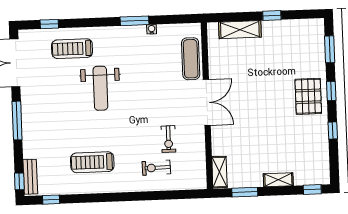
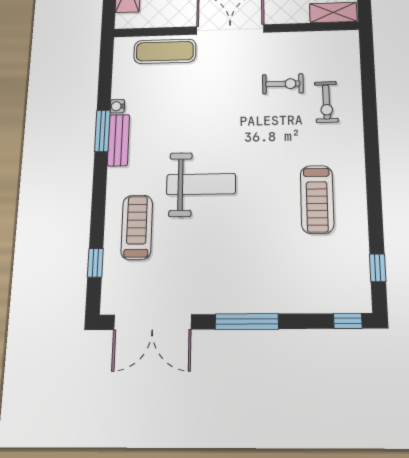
treadmill: (72, 49) -> (137, 227), turned 180
bench: (30, 177) -> (118, 140), moved, turned 90

